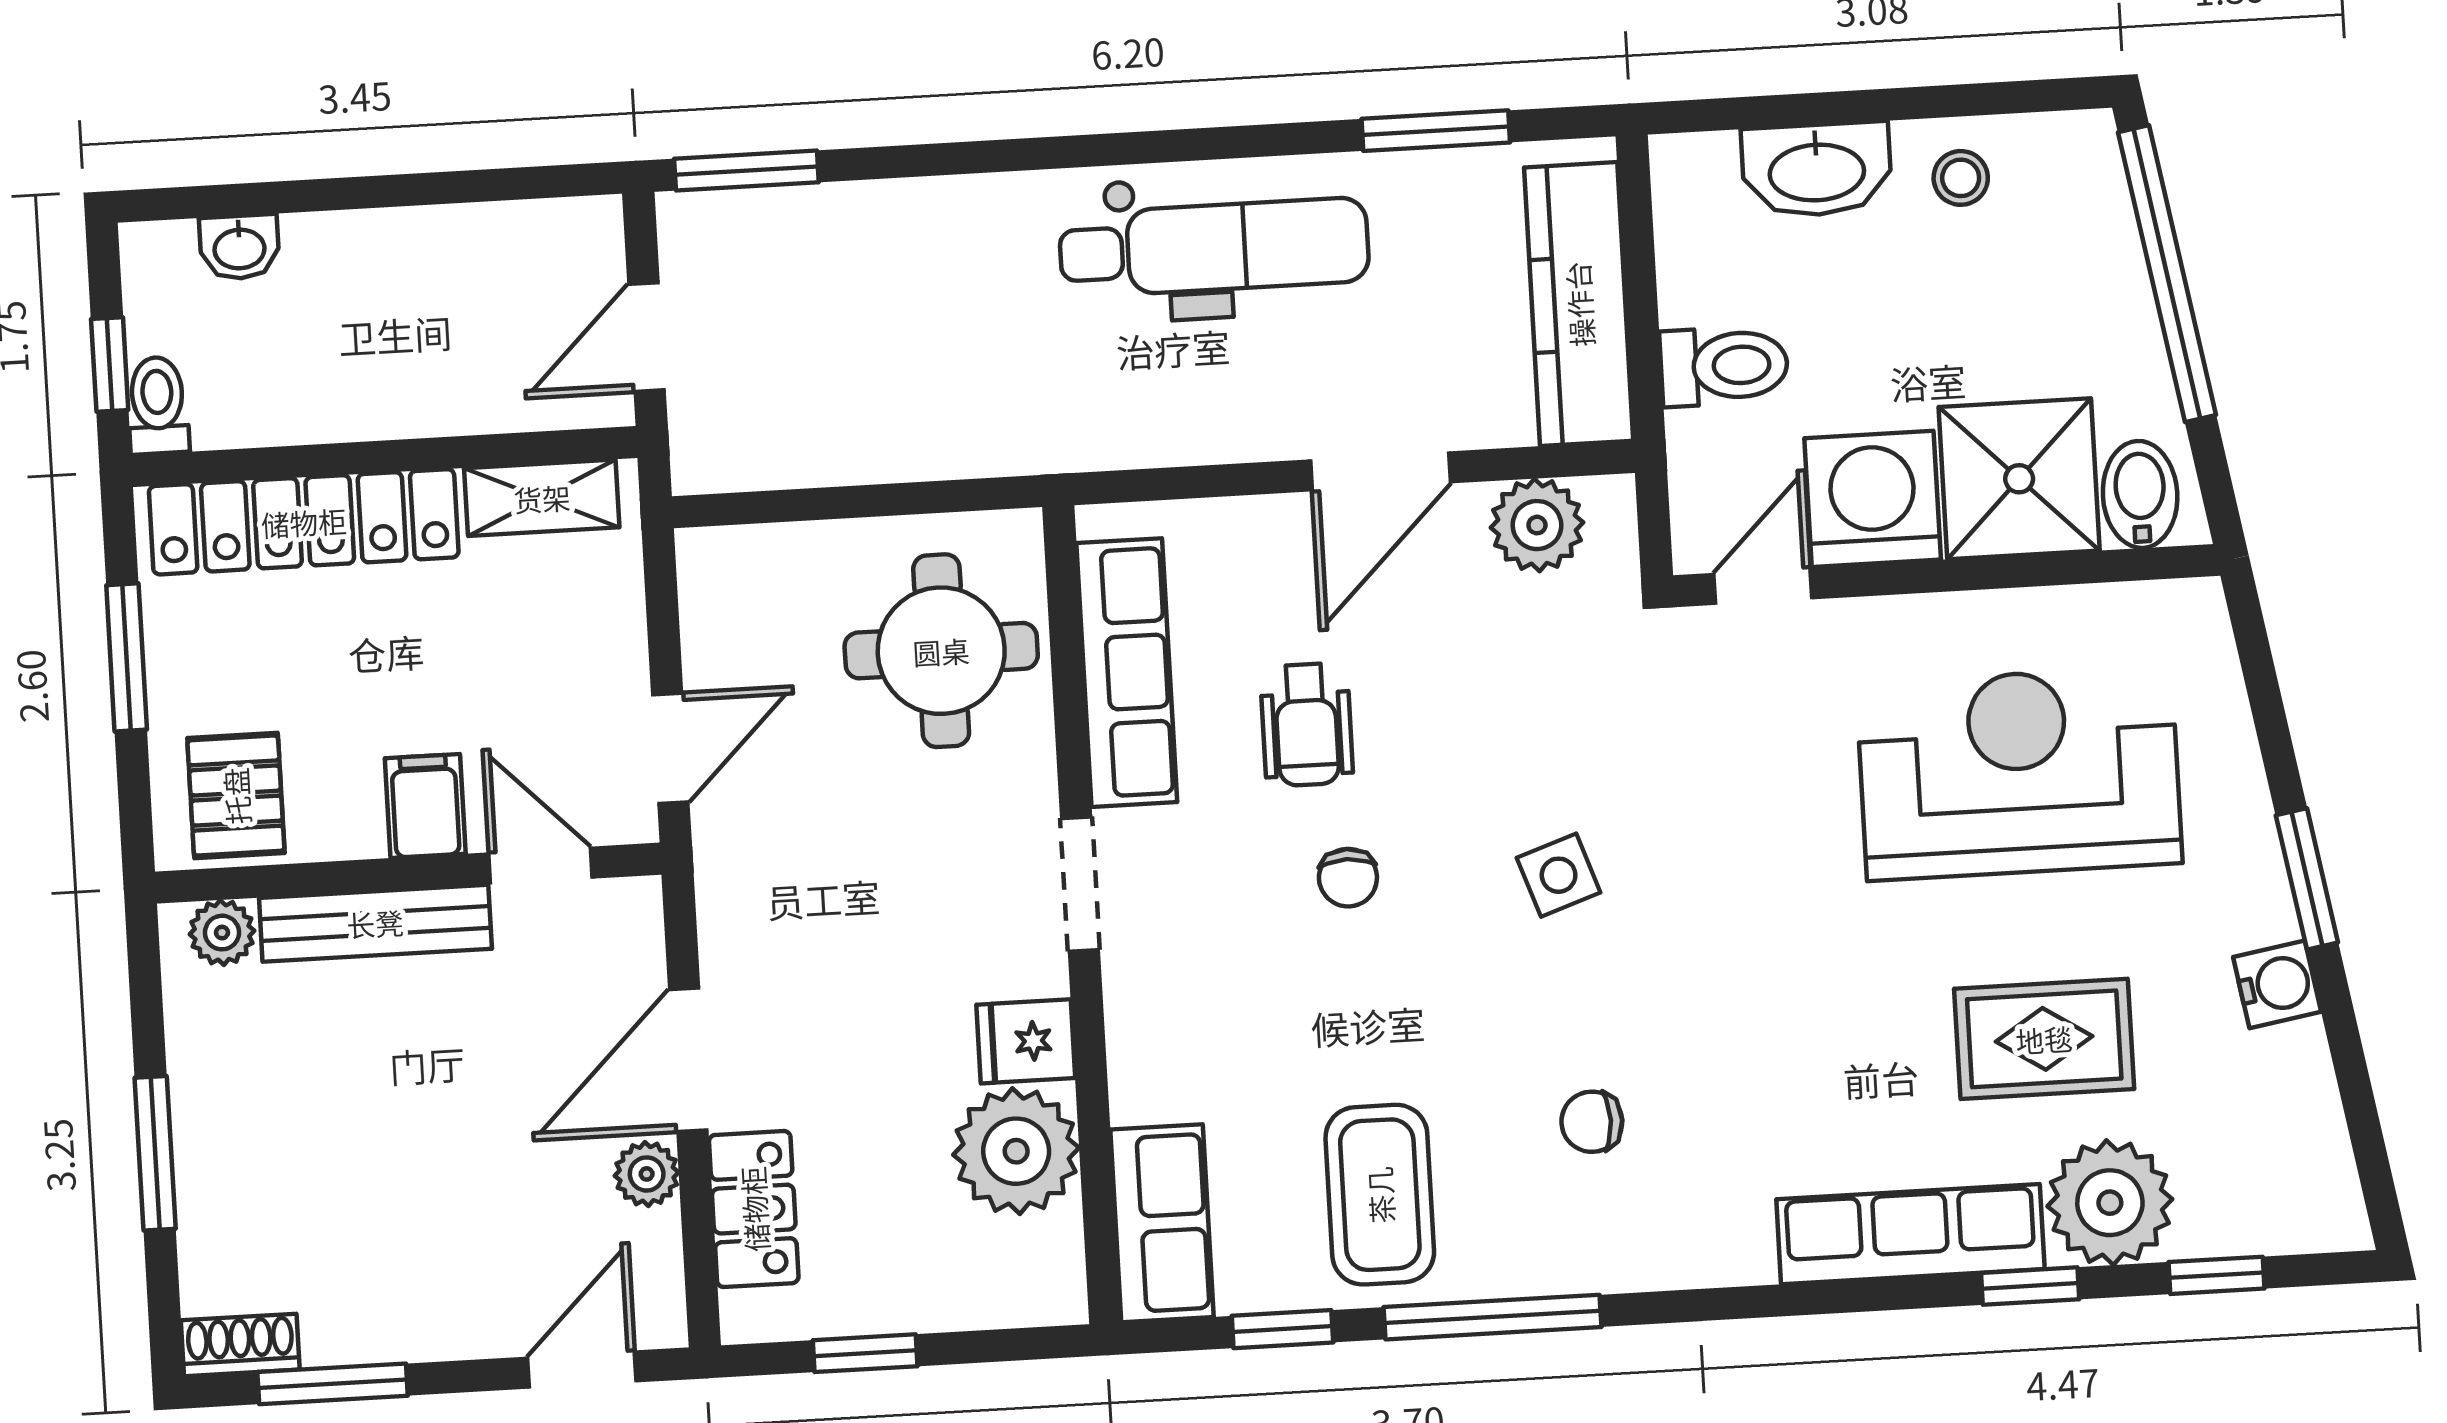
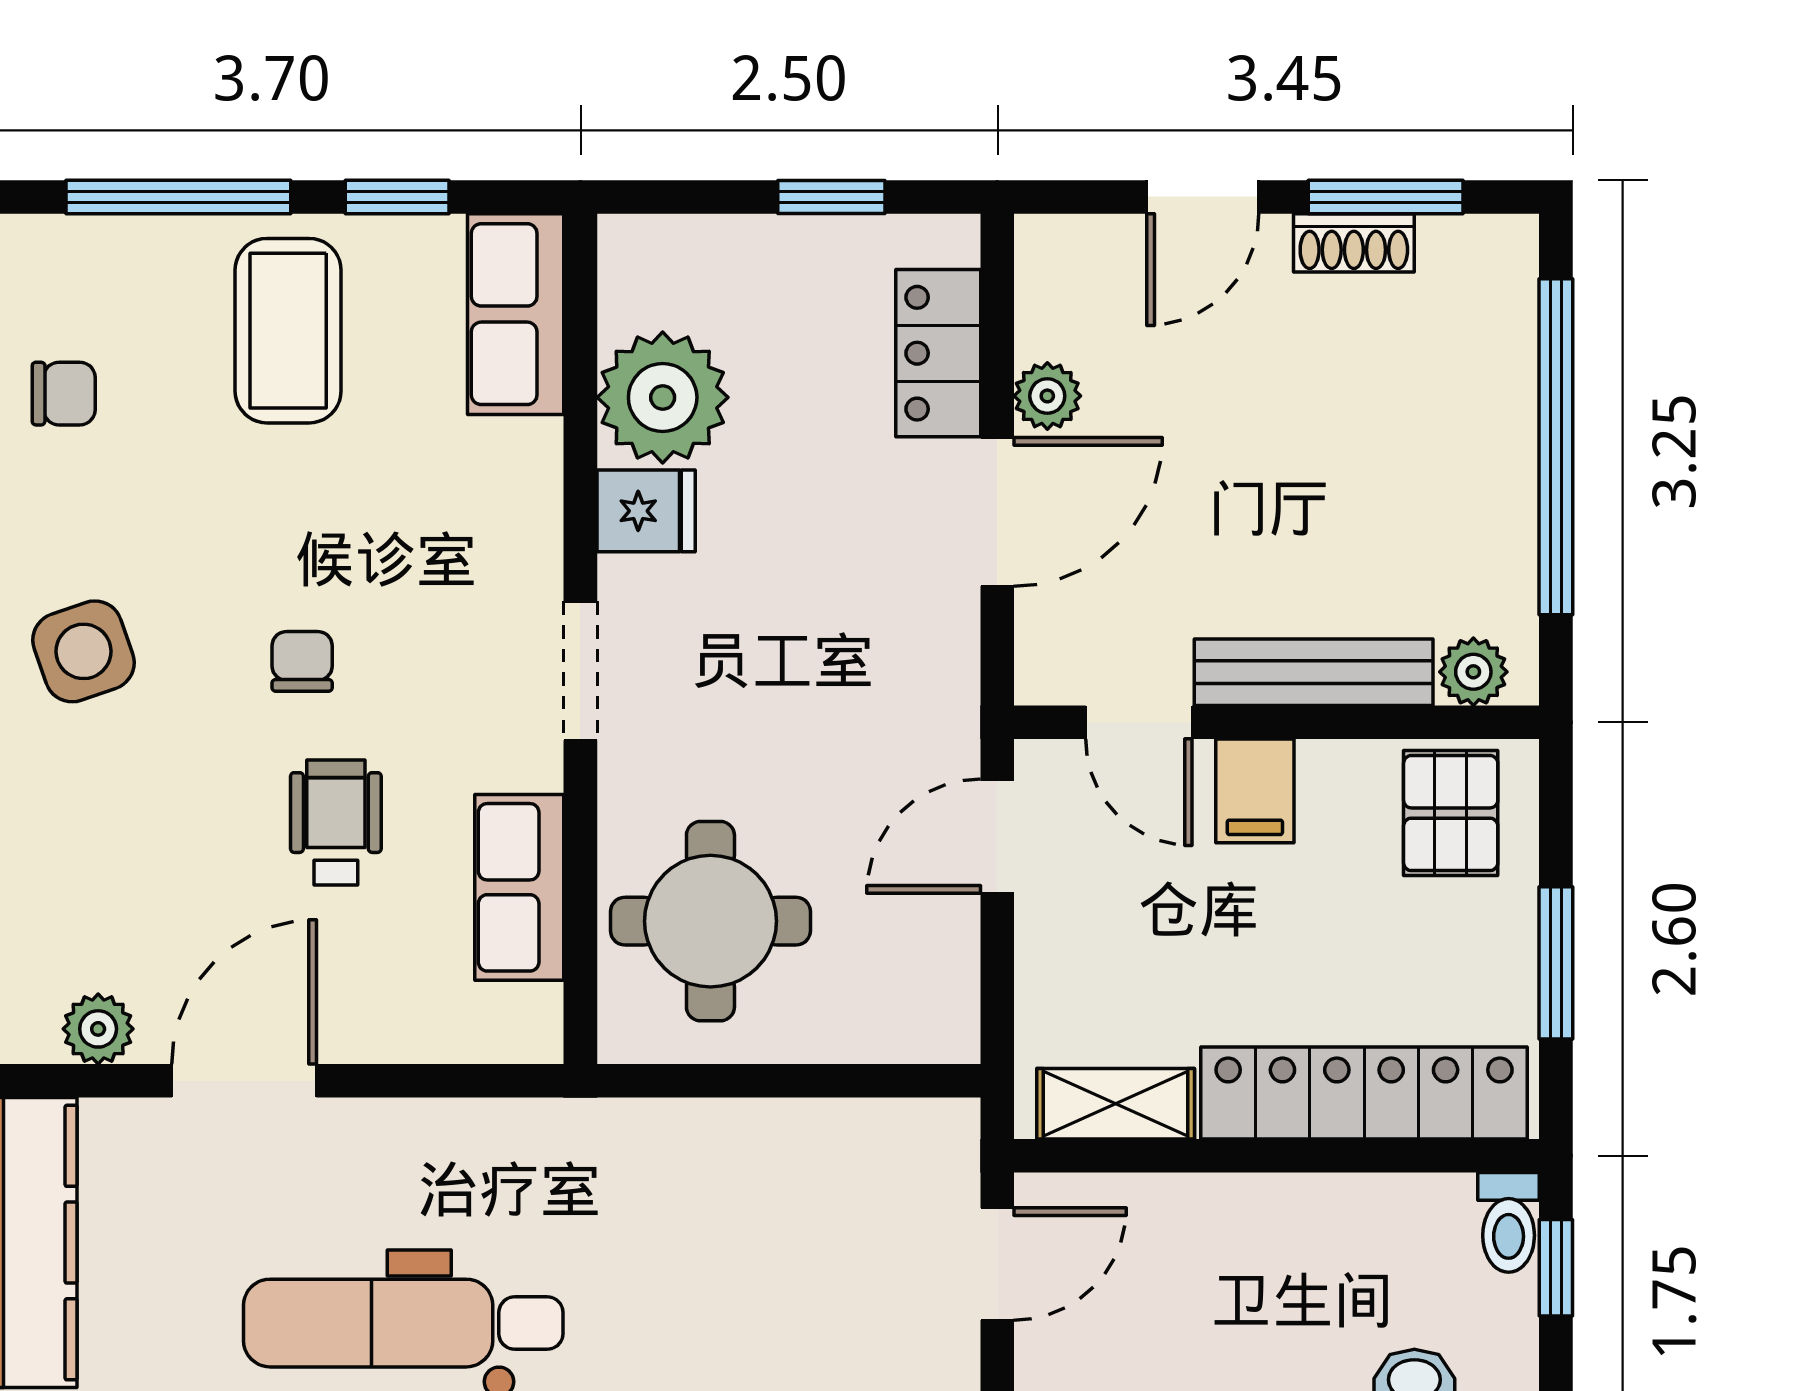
plant: (1537, 525) -> (98, 1029), width x0.73, depth x0.73
row of seats: (1127, 673) -> (519, 887), width x0.68
side table: (1559, 875) -> (83, 651), width x1.37, depth x1.37
window: (155, 1153) -> (1556, 447), width x2.11
shoe rack: (240, 1345) -> (1354, 243), moved
door: (582, 1370) -> (1203, 197), moved

